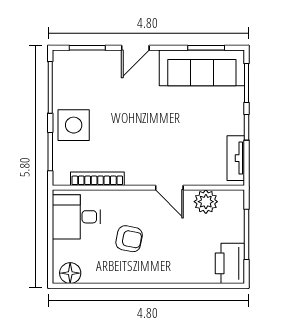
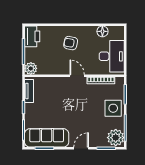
plant: (69, 69) -> (116, 138), added
door: (169, 188) -> (77, 76), moved
plant: (206, 202) -> (31, 68), moved
desk: (76, 217) -> (112, 56), width x1.37
armchair: (129, 239) -> (71, 43), moved
floor lamp: (70, 273) -> (102, 31), moved

